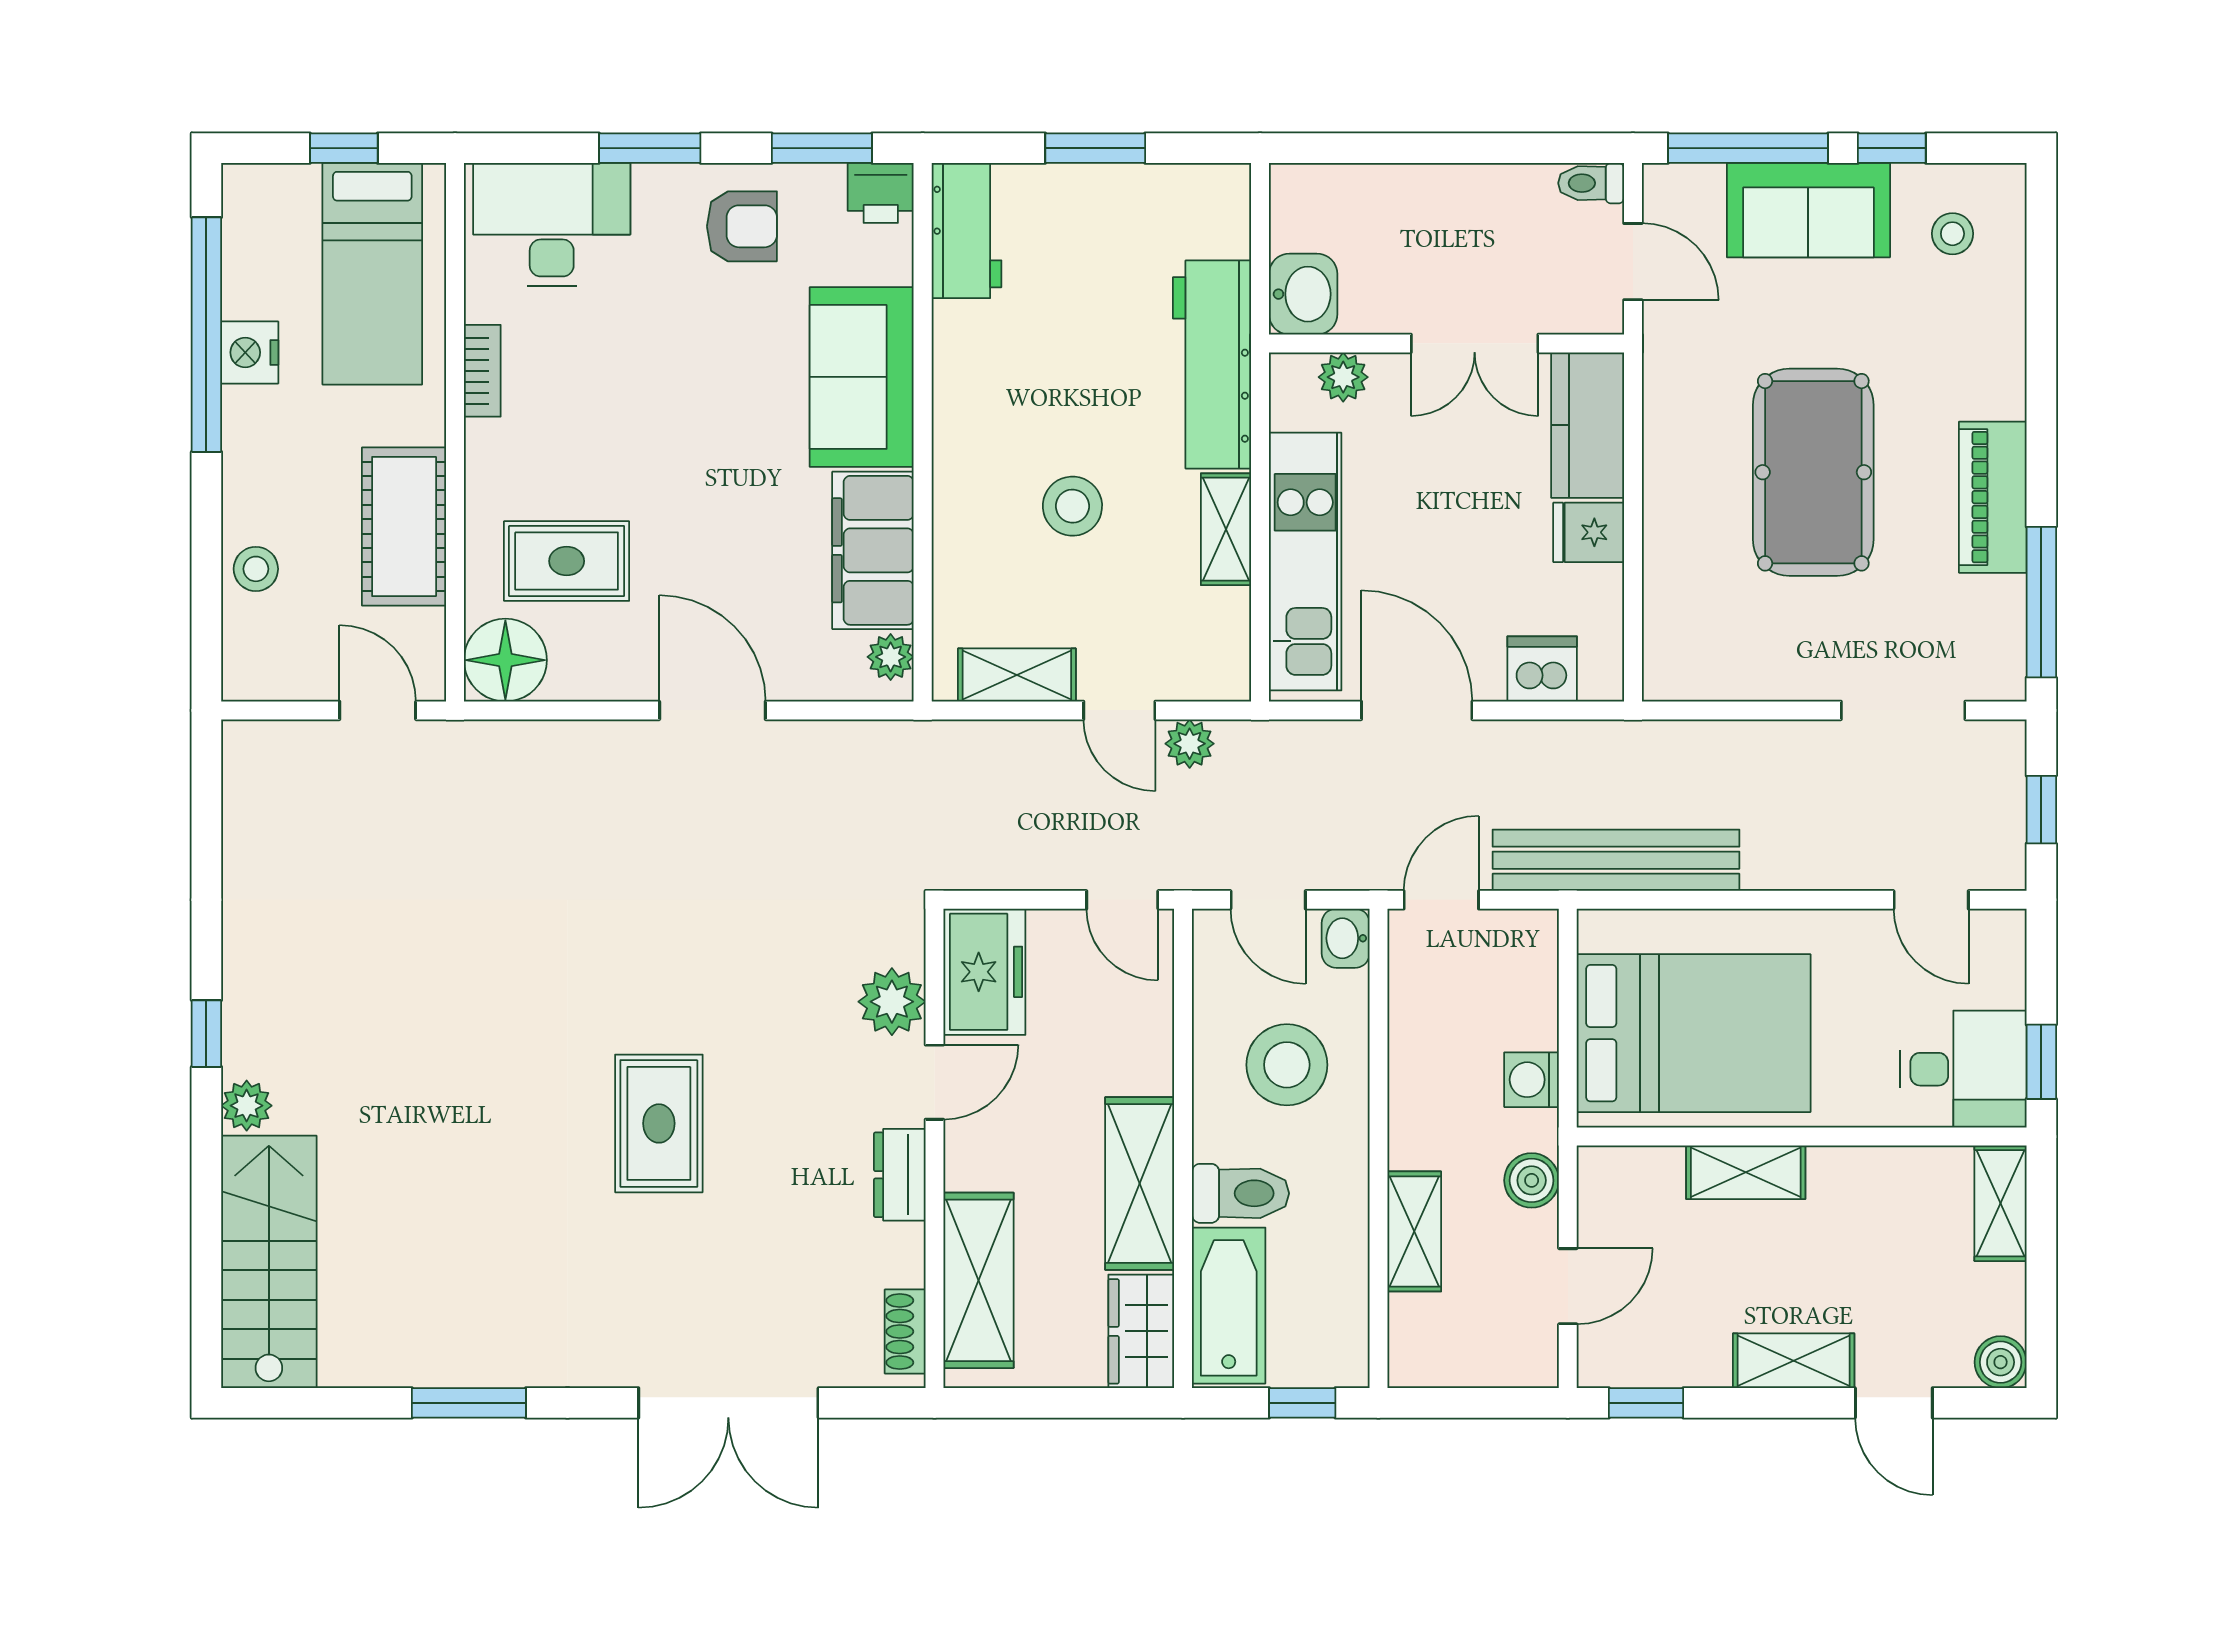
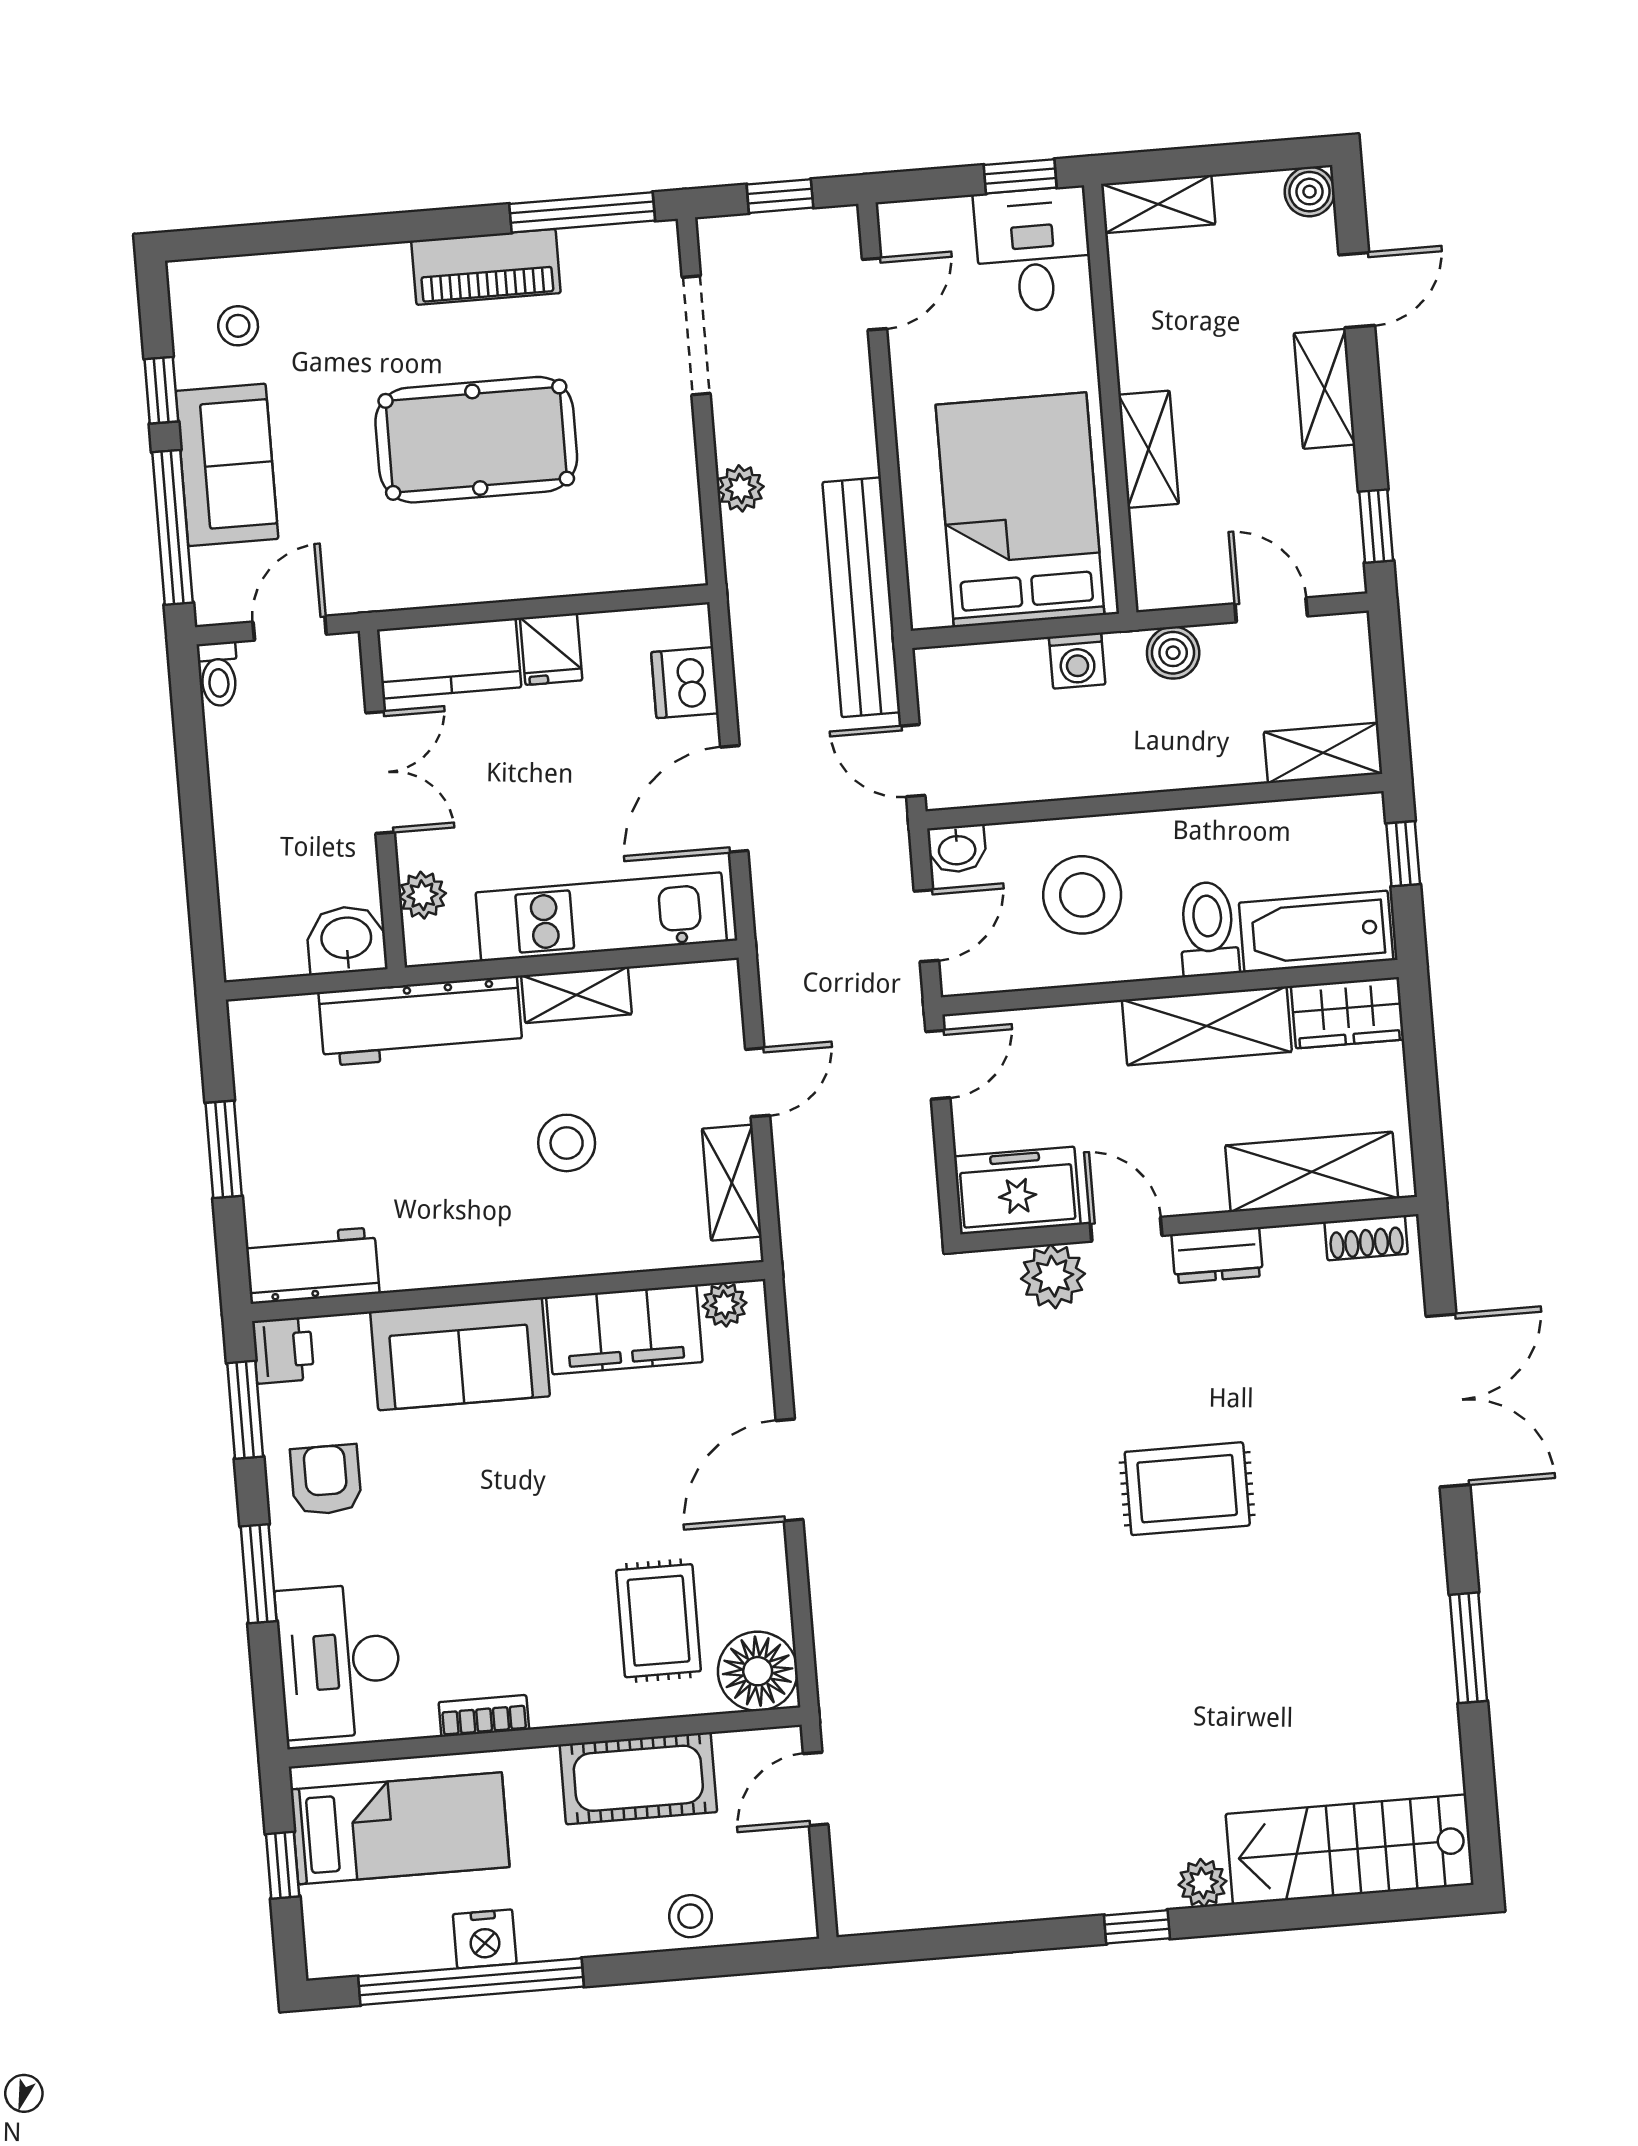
plant: (1190, 744) -> (741, 488), moved
shelving: (1414, 1231) -> (1323, 753), moved

